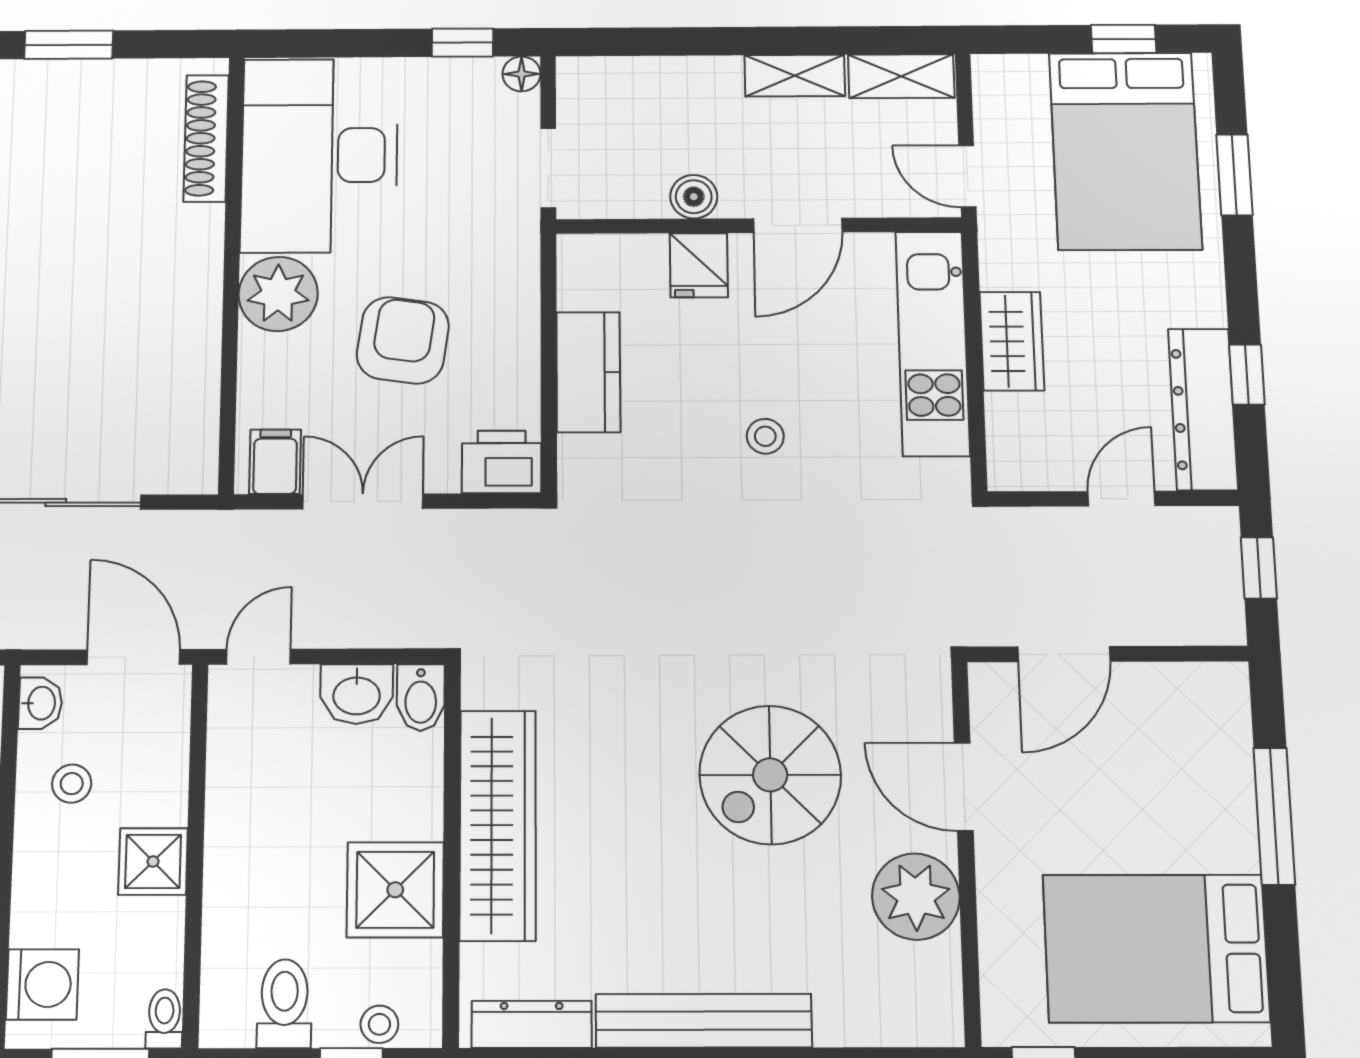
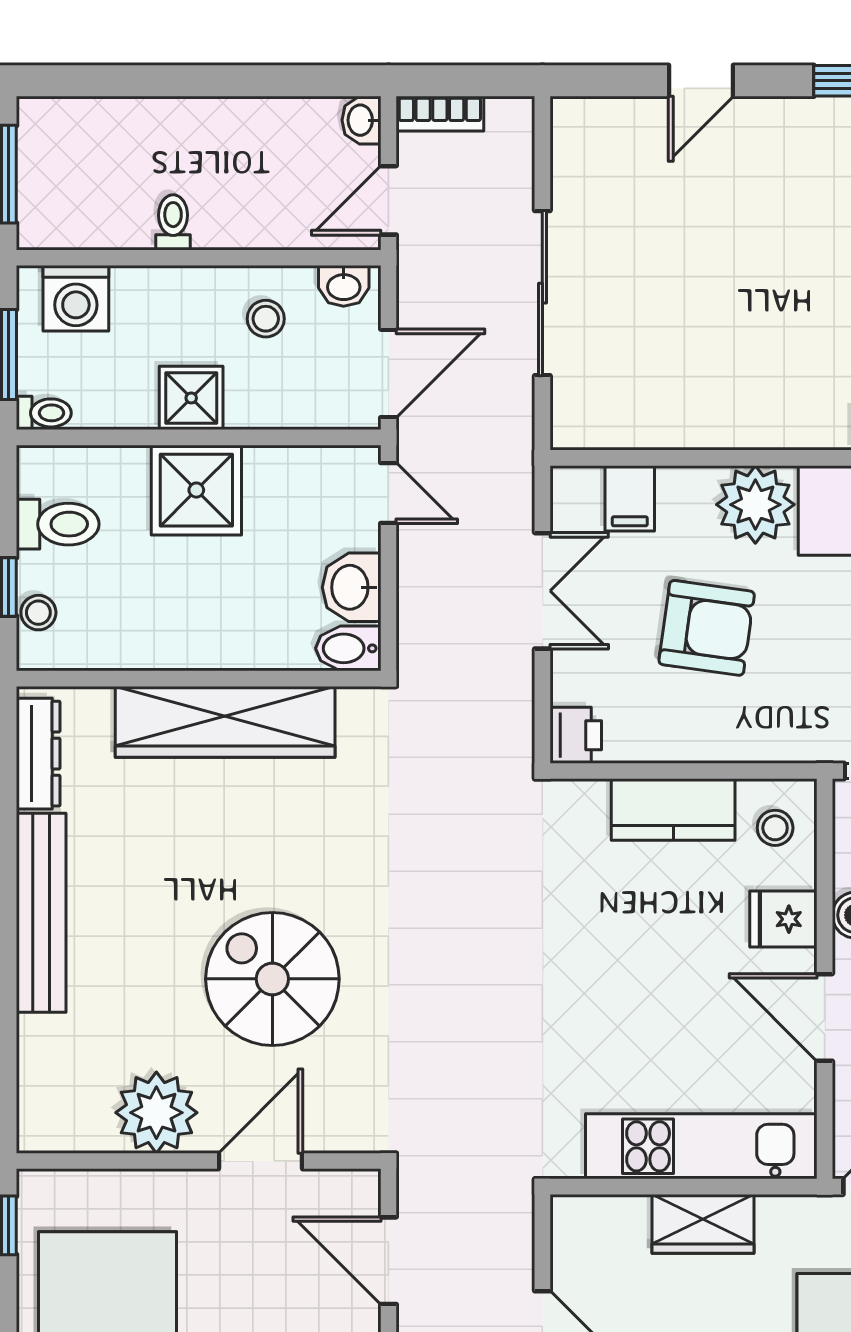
stool: (765, 436) -> (775, 828), moved
filing cabinet: (275, 462) -> (630, 498), moved, turned 90
printer: (502, 462) -> (576, 735), width x0.73, depth x0.81
shower: (395, 890) -> (196, 490), moved

